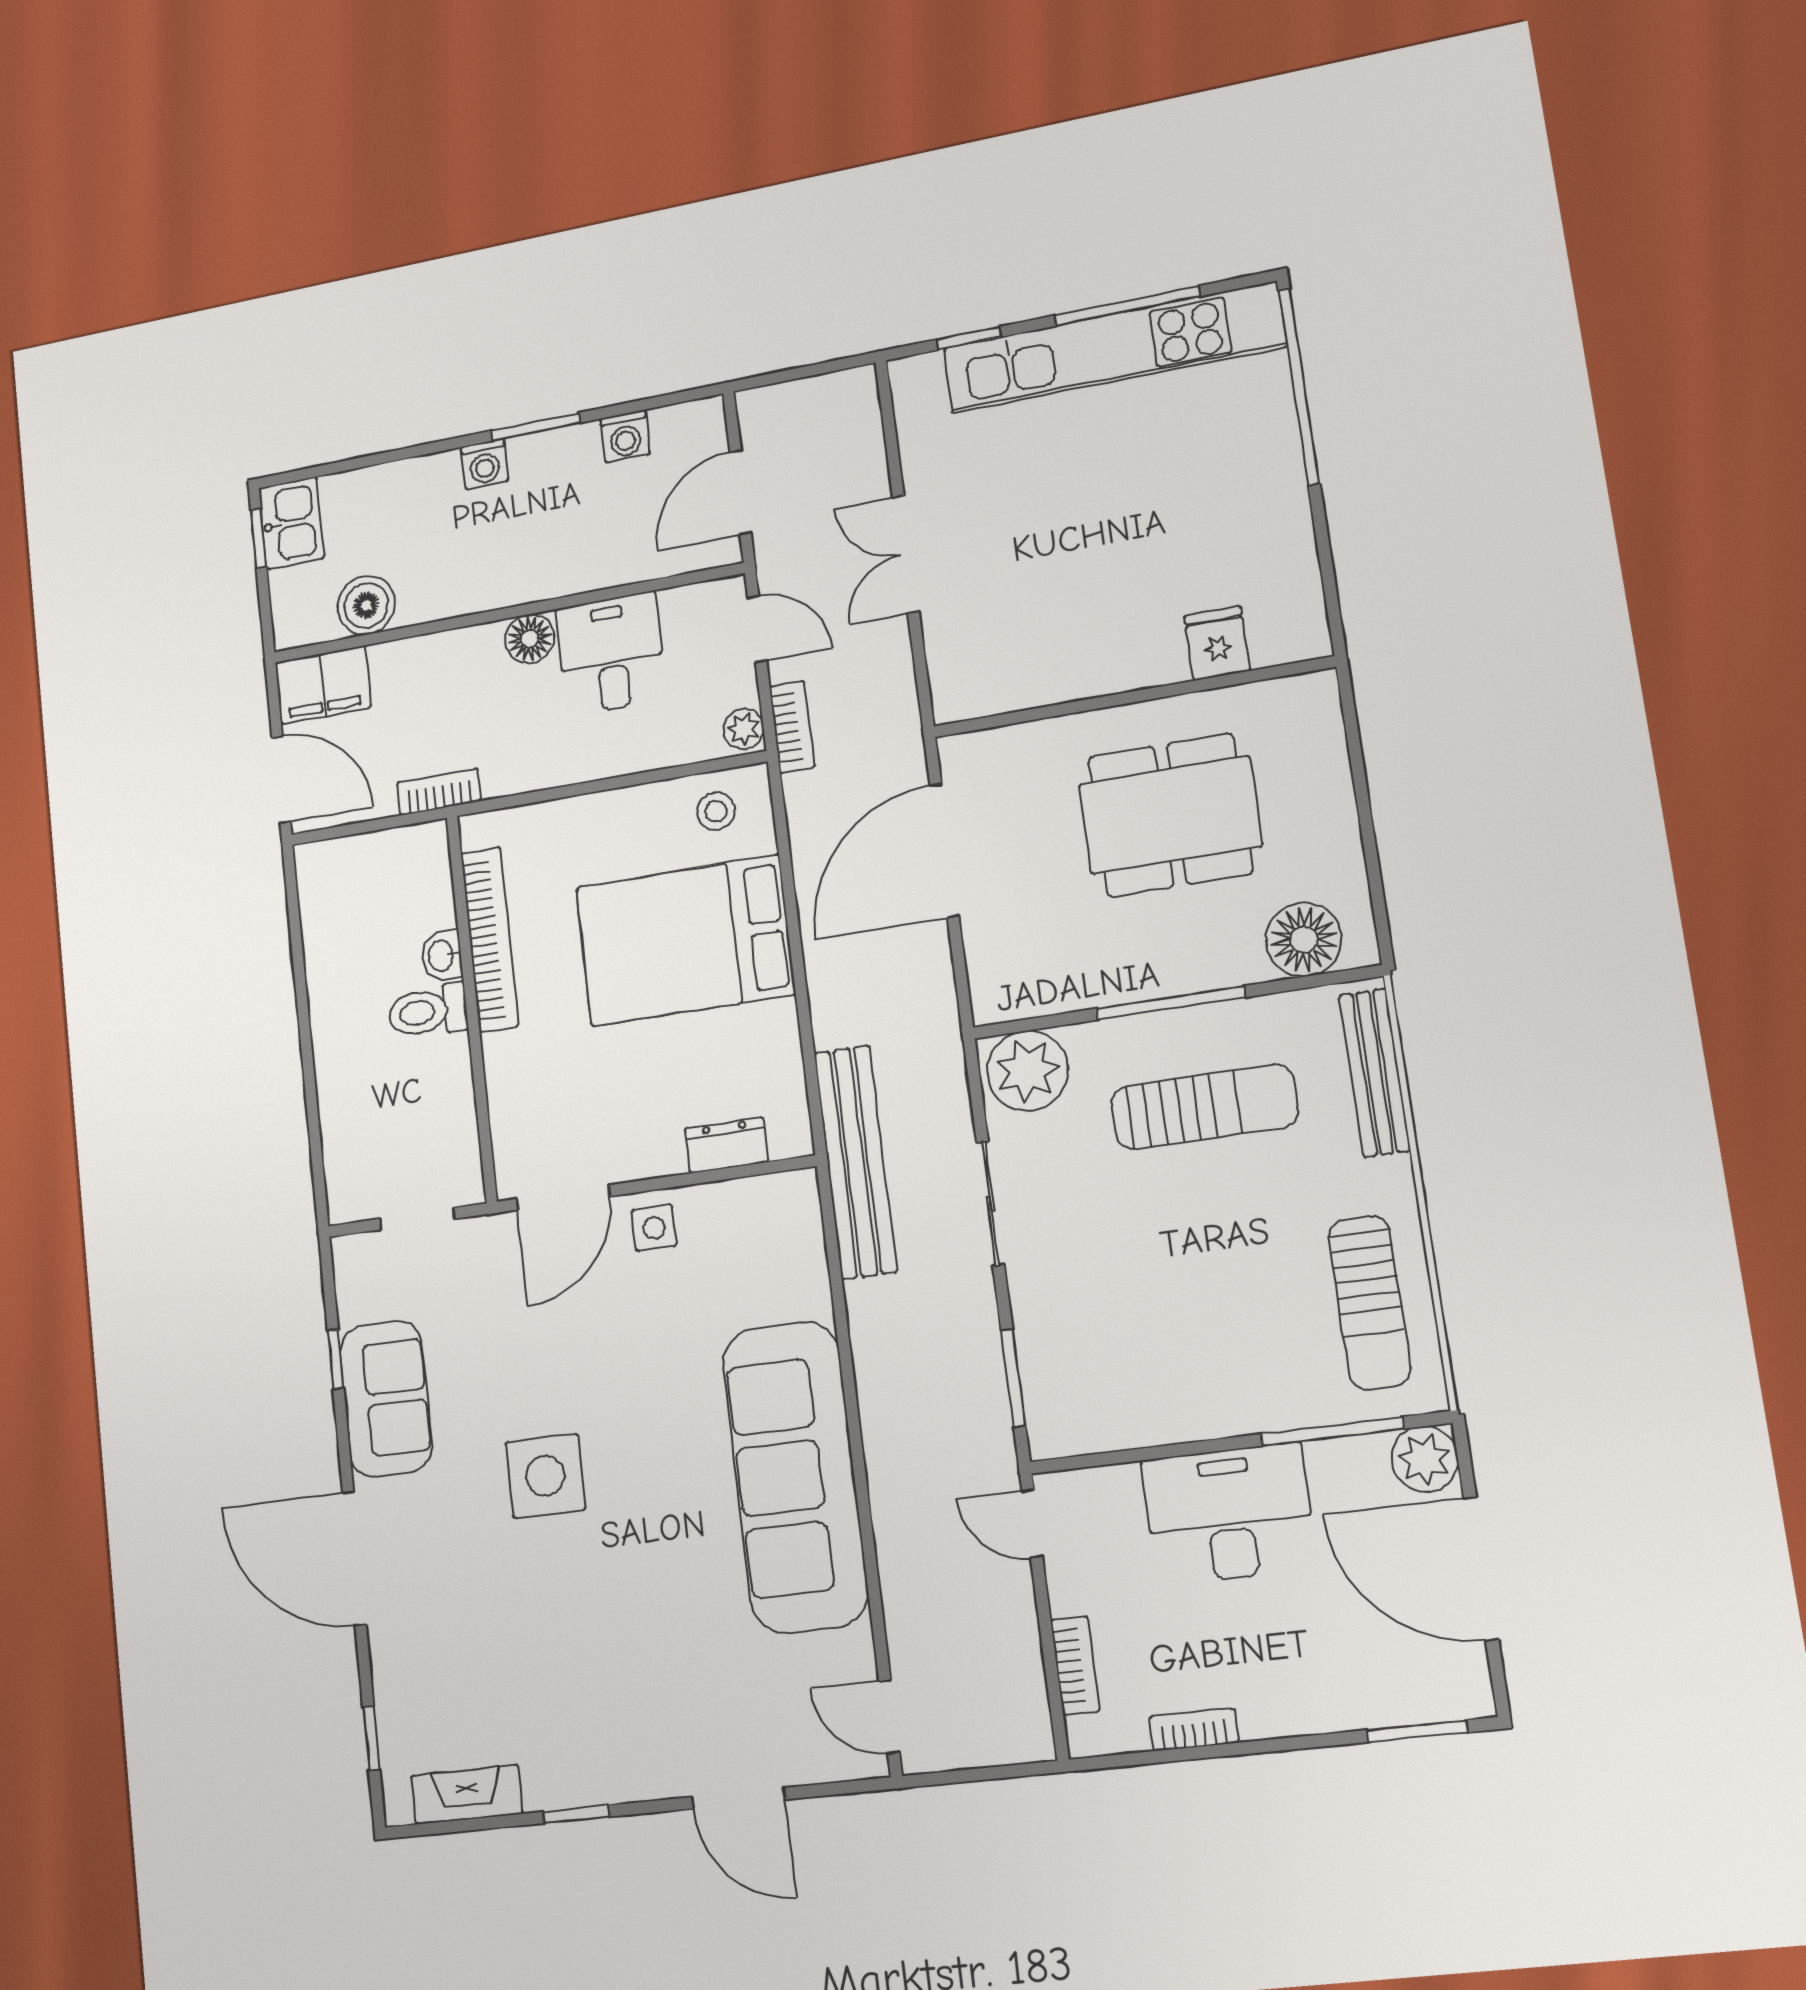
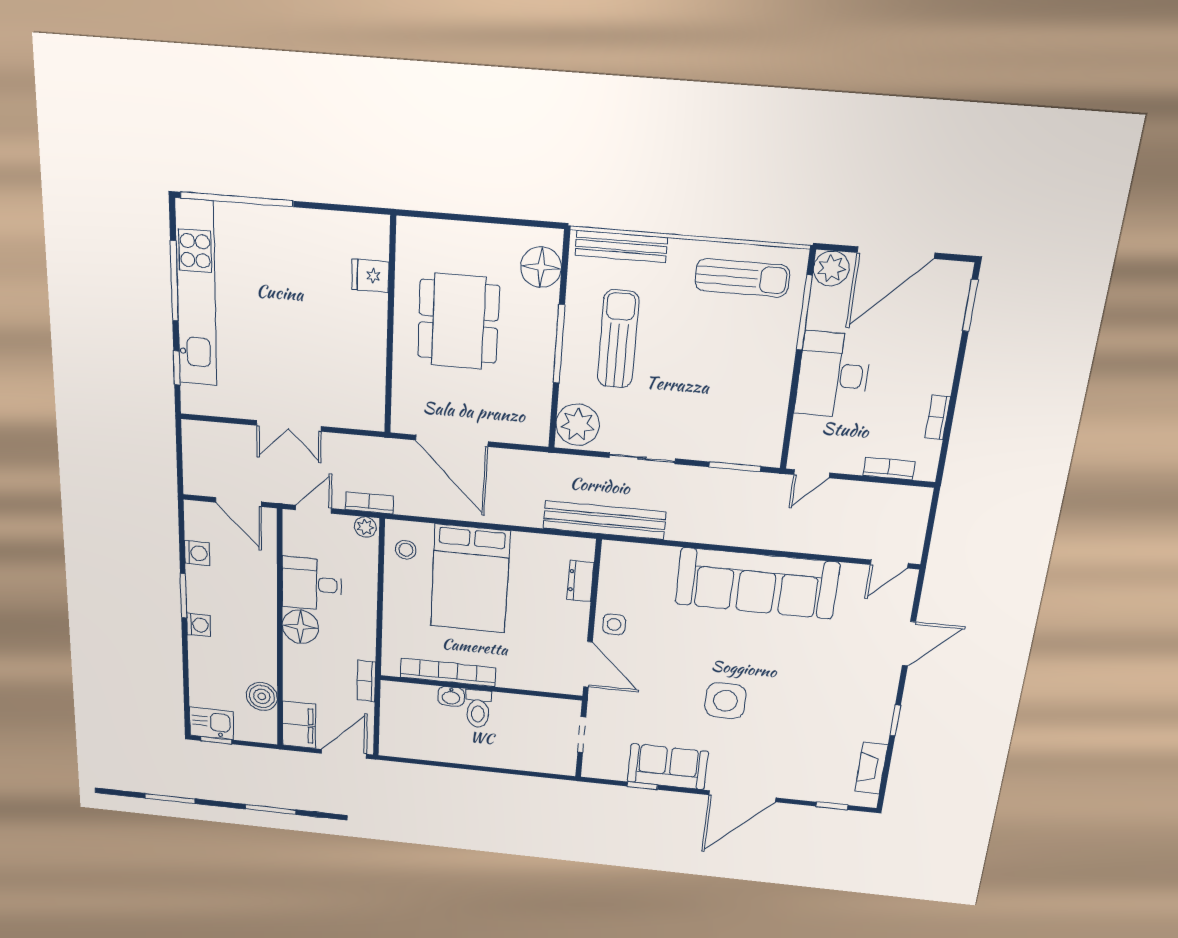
floor lamp: (530, 639) -> (300, 627), width x1.38, depth x1.38

